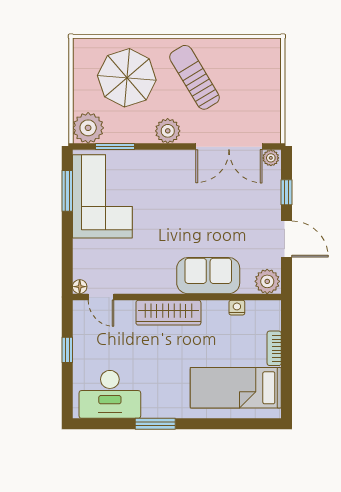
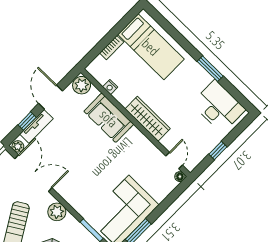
tv unit: (272, 196) -> (36, 126), added

